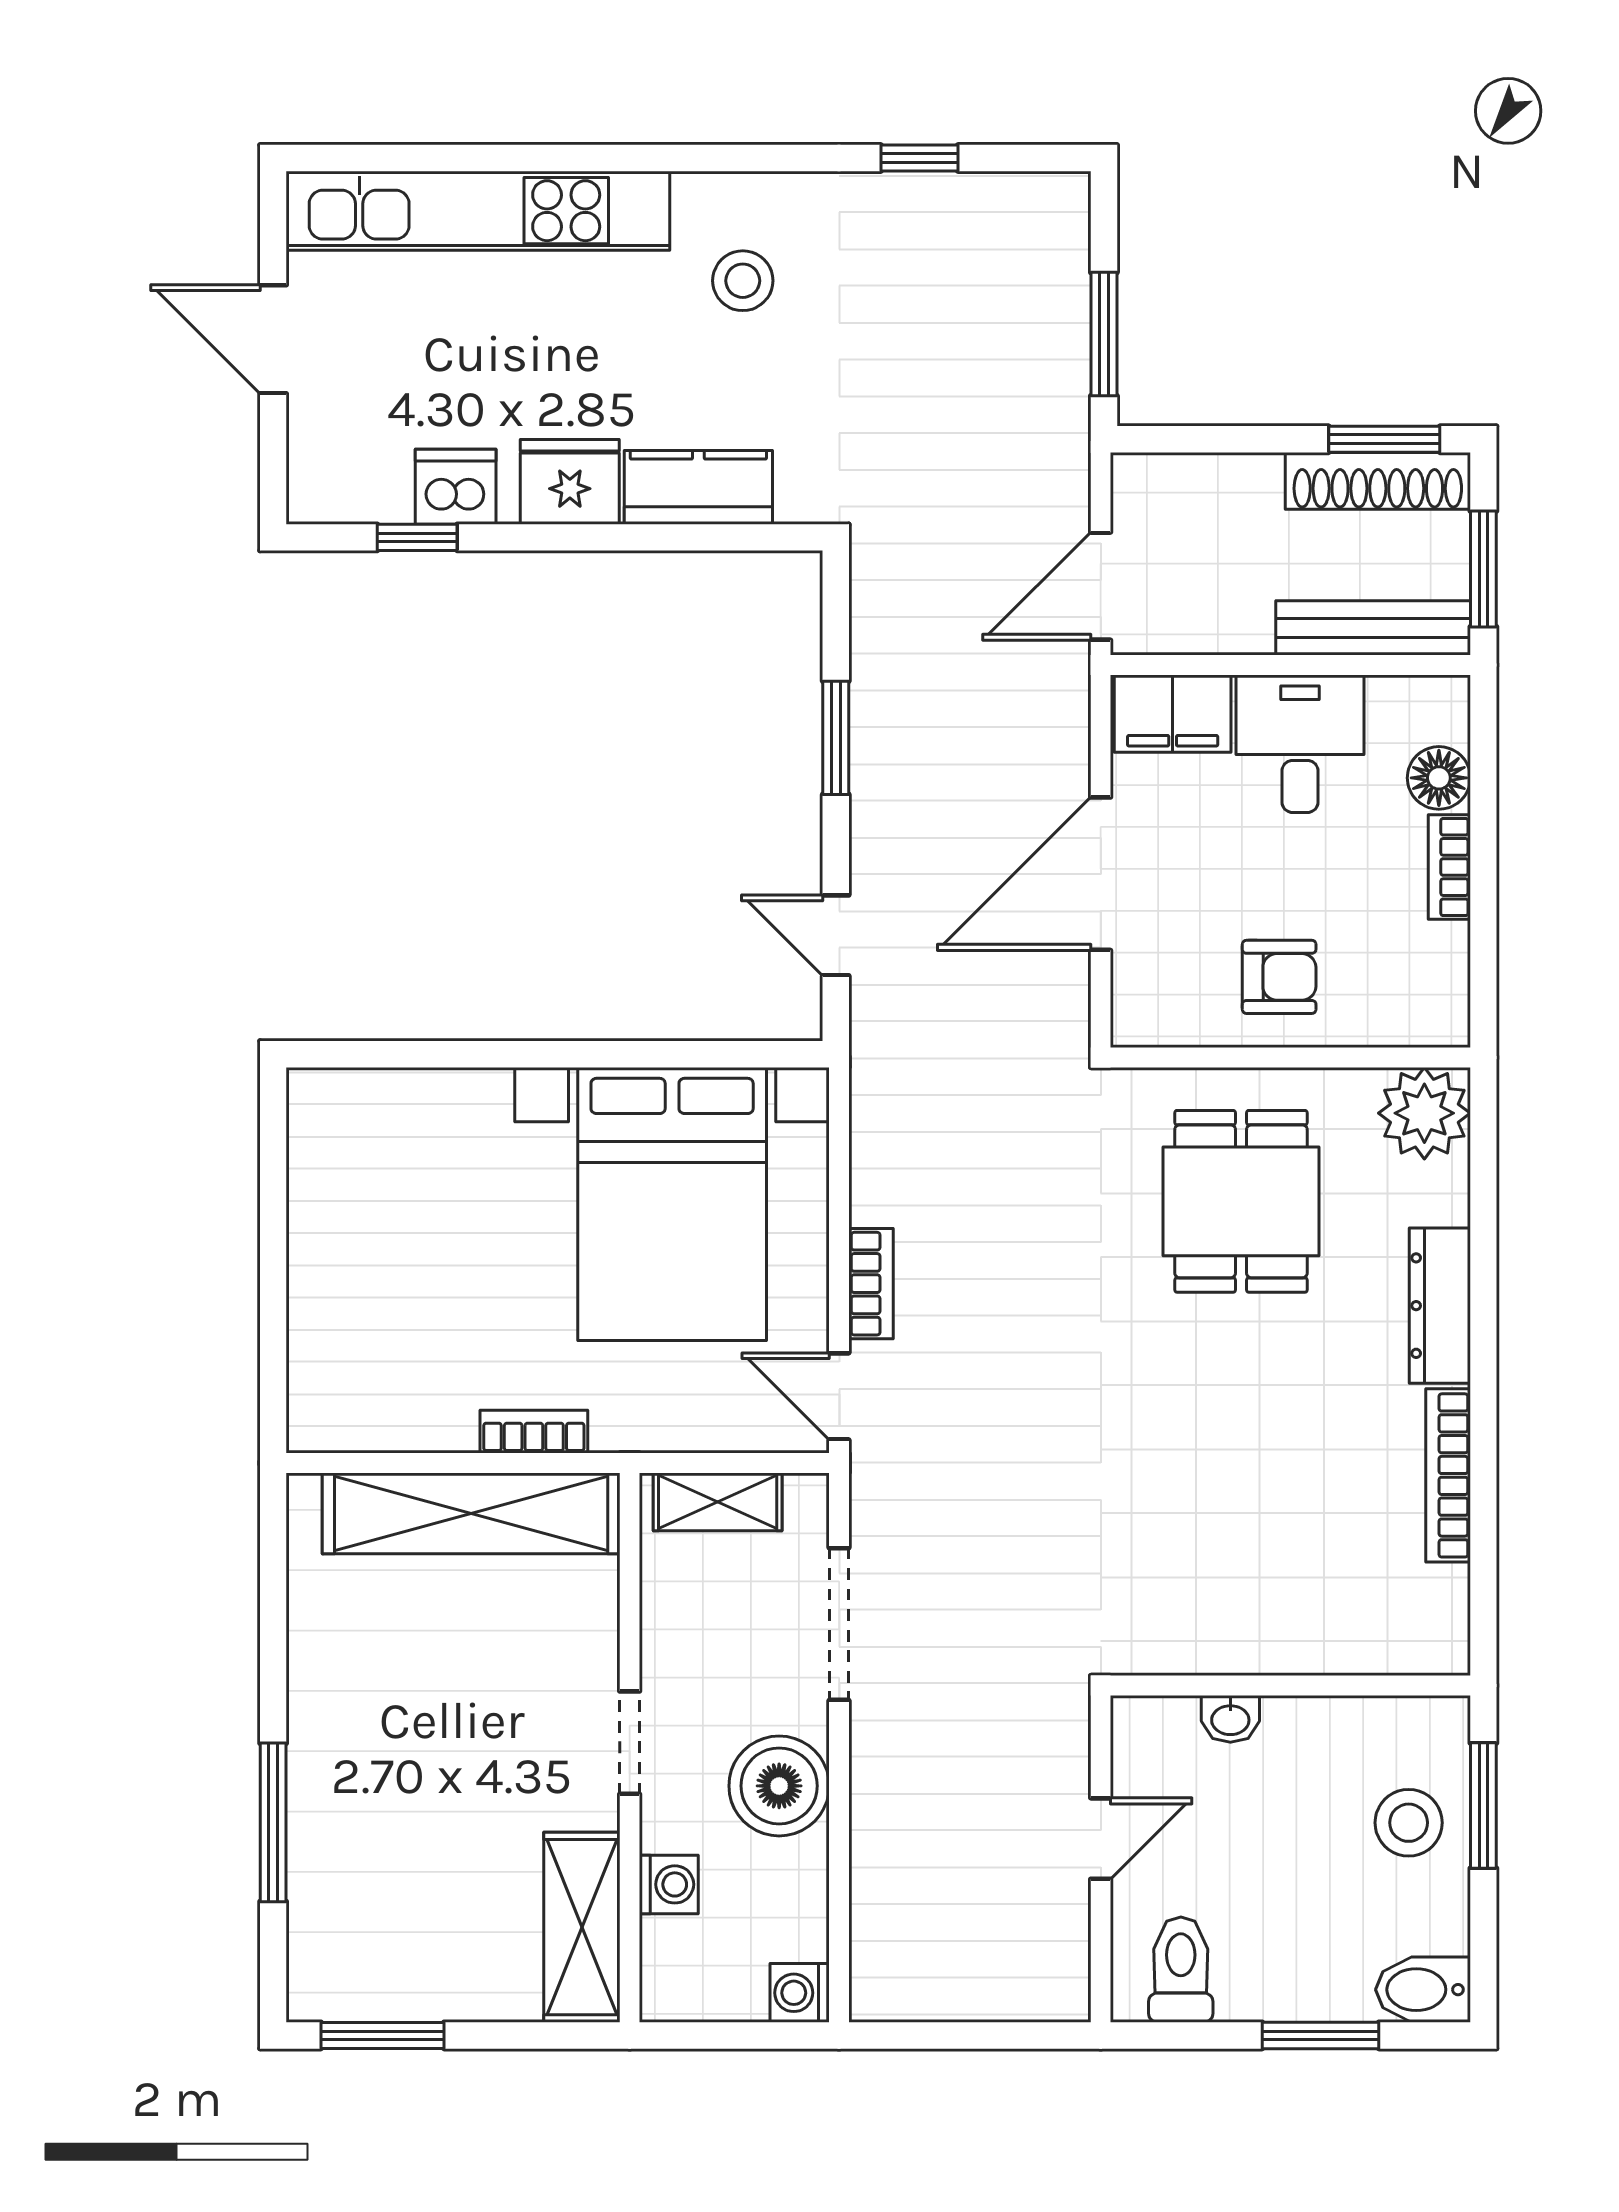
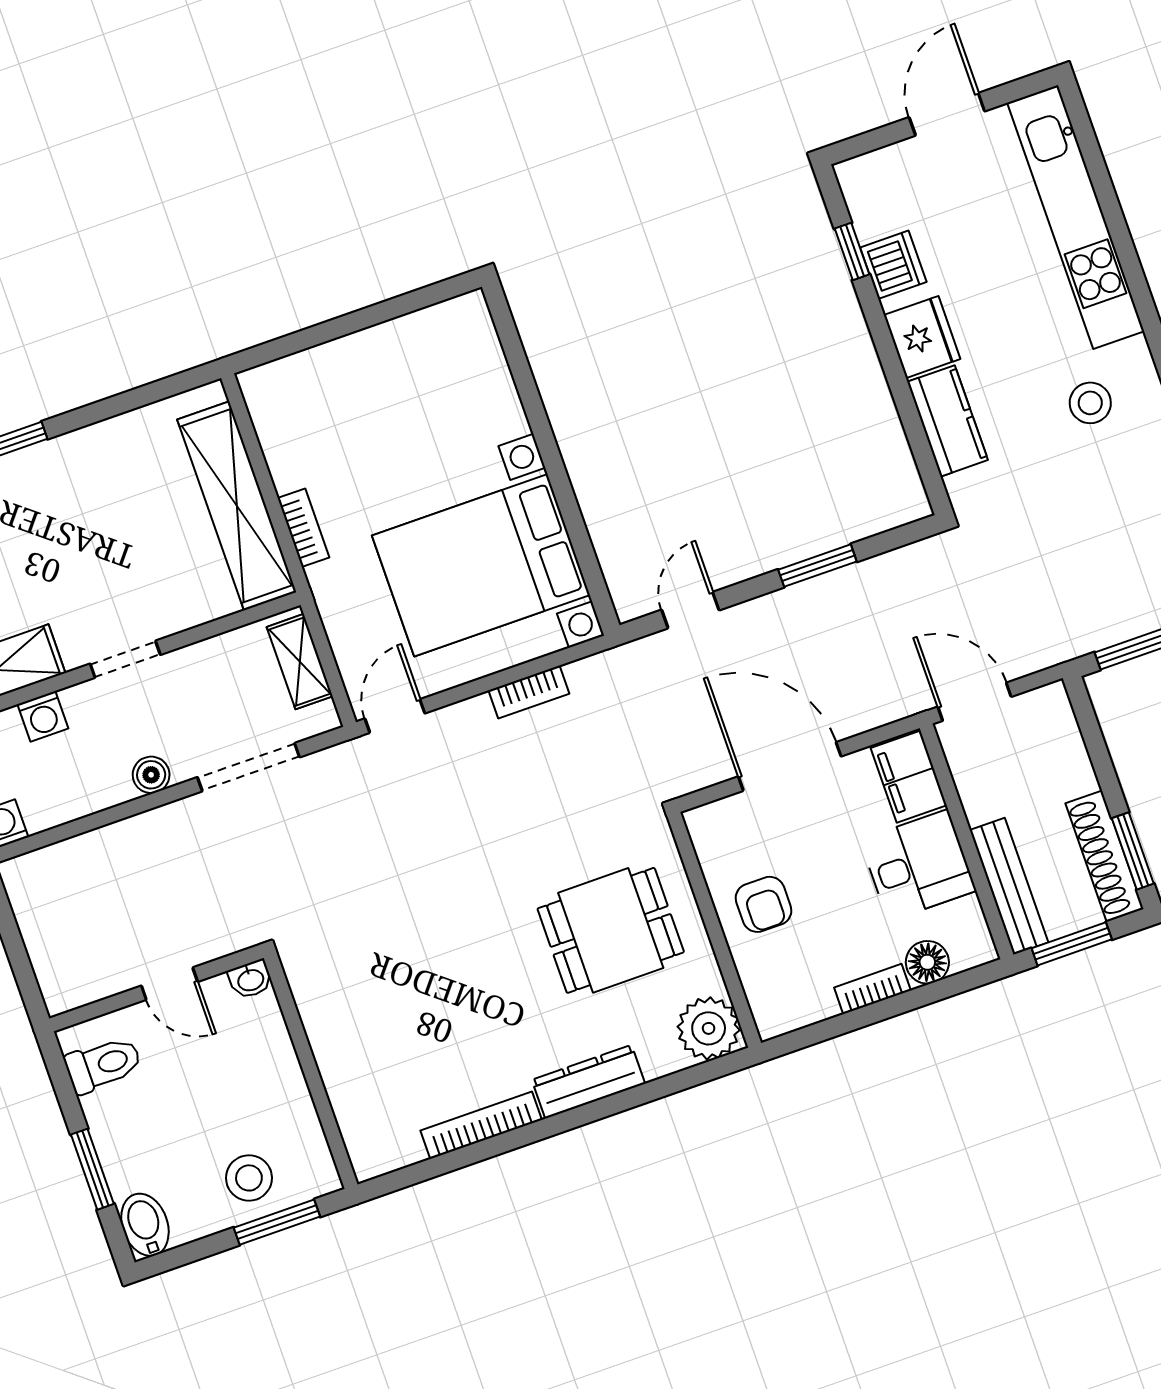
bookcase: (871, 1284) -> (529, 692), moved
washbasin: (1230, 1719) -> (250, 979), moved, turned -90
boiler: (779, 1786) -> (151, 775), width x0.54, depth x0.54

